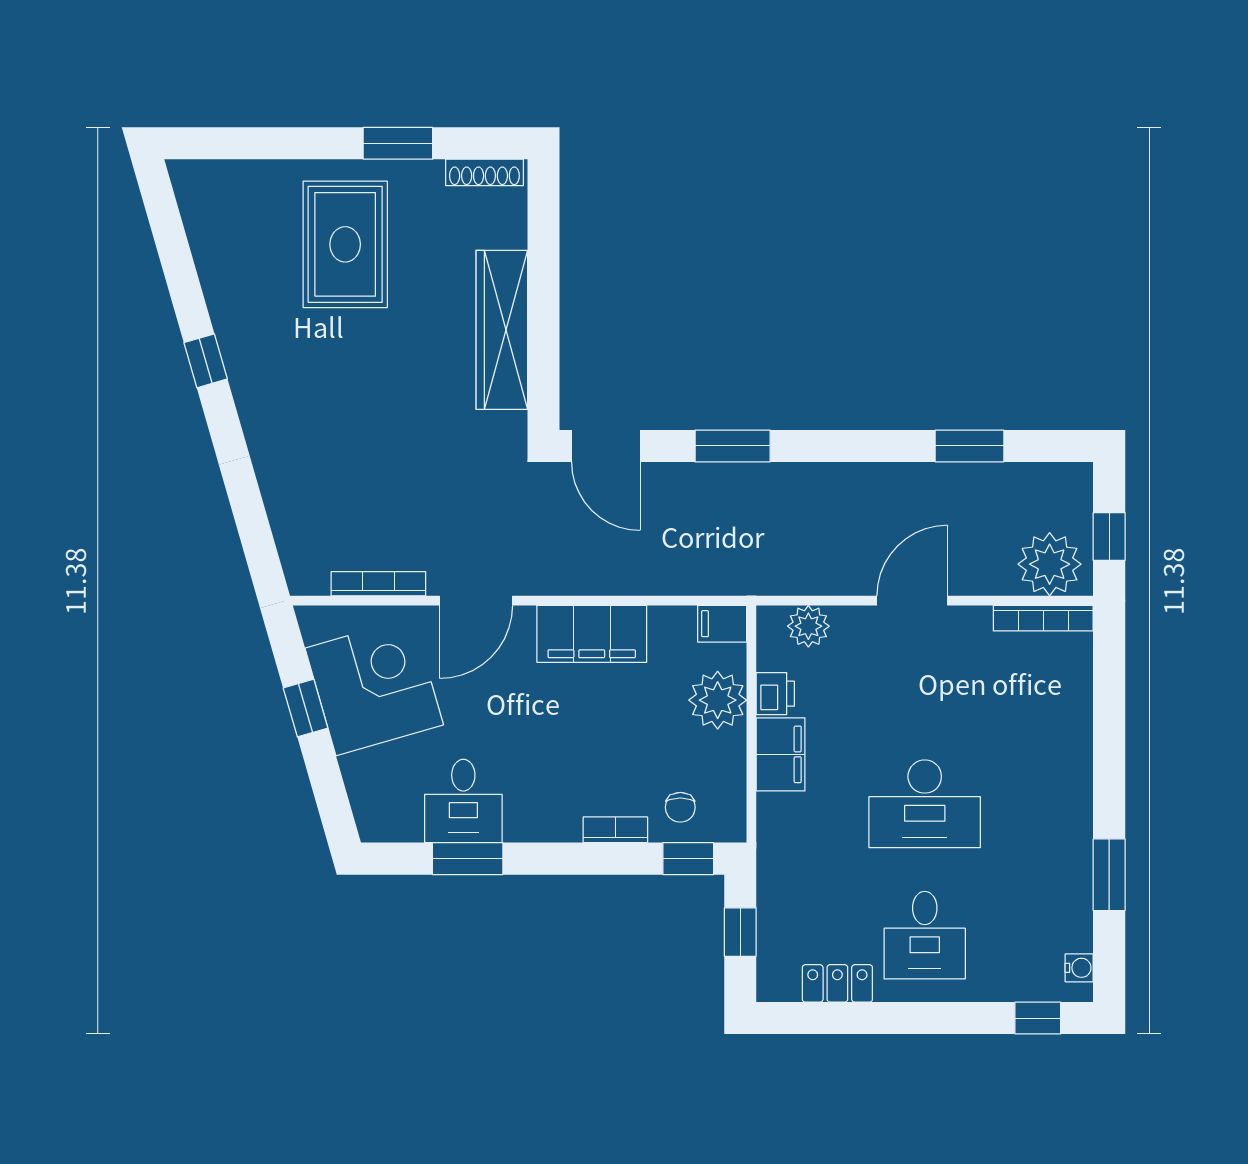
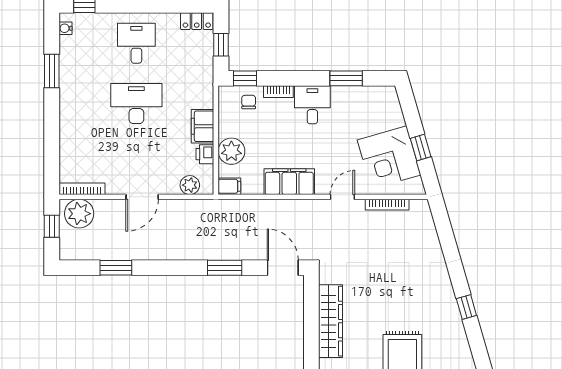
door: (476, 601) -> (342, 197), width x0.73
desk: (463, 801) -> (312, 105), moved
locker: (837, 983) -> (197, 21), moved

